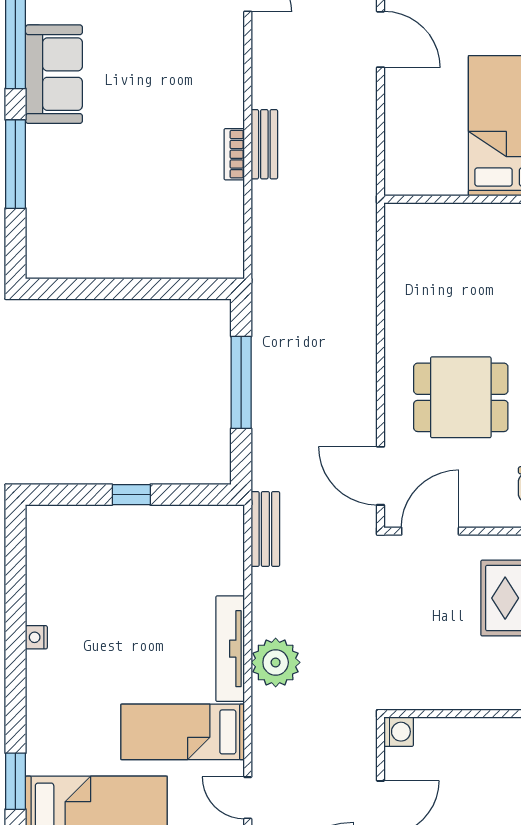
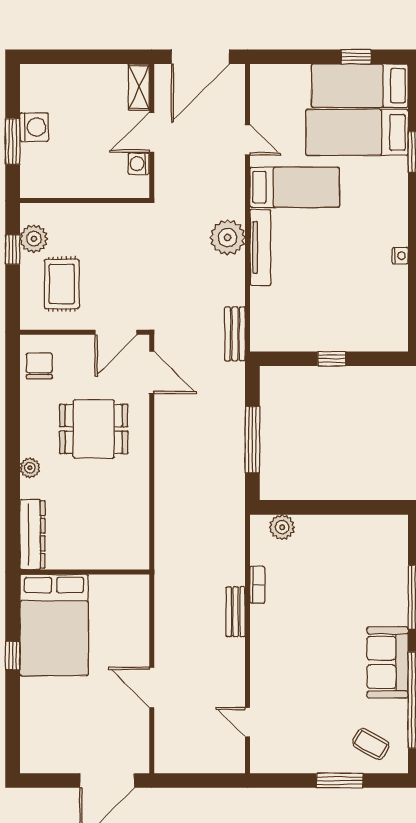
bookcase: (234, 154) -> (257, 585), moved
plant: (200, 261) -> (282, 527), added
washing machine: (399, 732) -> (139, 164), moved

